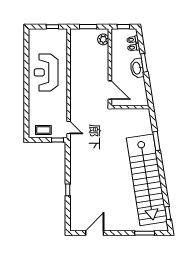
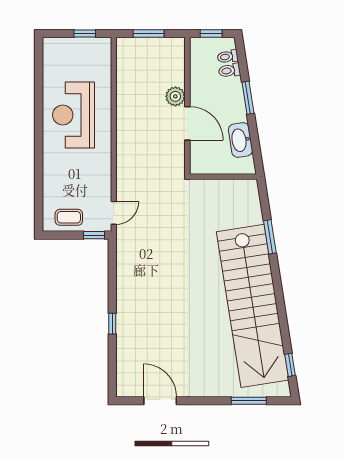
plant: (103, 39) -> (175, 96), moved
washbasin: (137, 68) -> (240, 140), moved
door: (110, 90) -> (187, 123), moved
door: (69, 127) -> (114, 213), hinge flipped
door: (95, 233) -> (160, 401), hinge flipped

